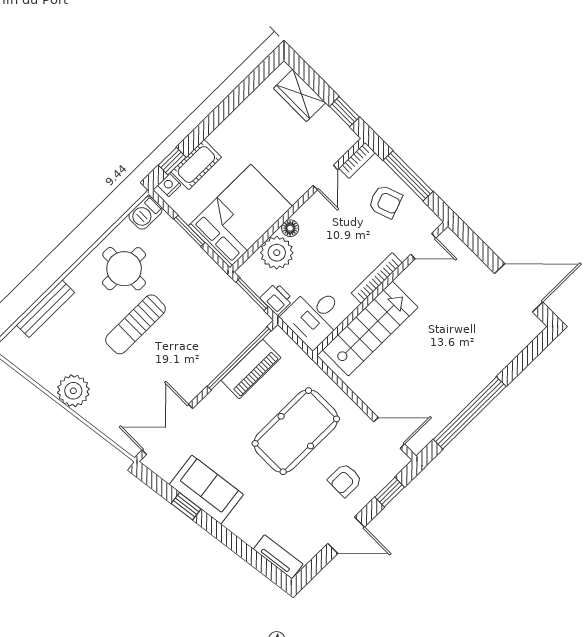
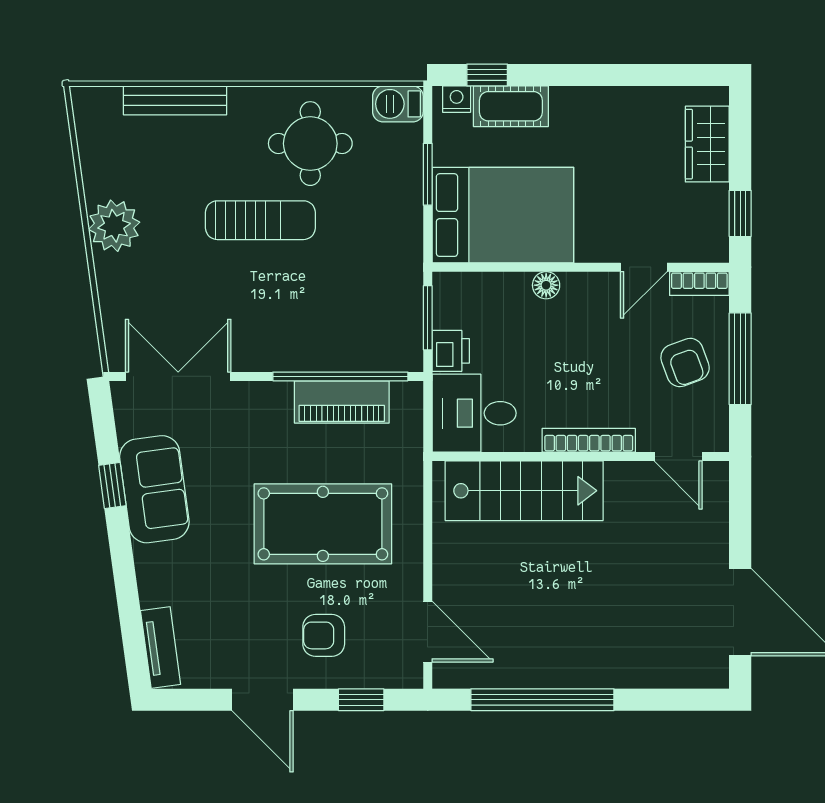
plant: (277, 253) -> (503, 298), removed
sun lounger: (136, 324) -> (260, 220), turned 180

